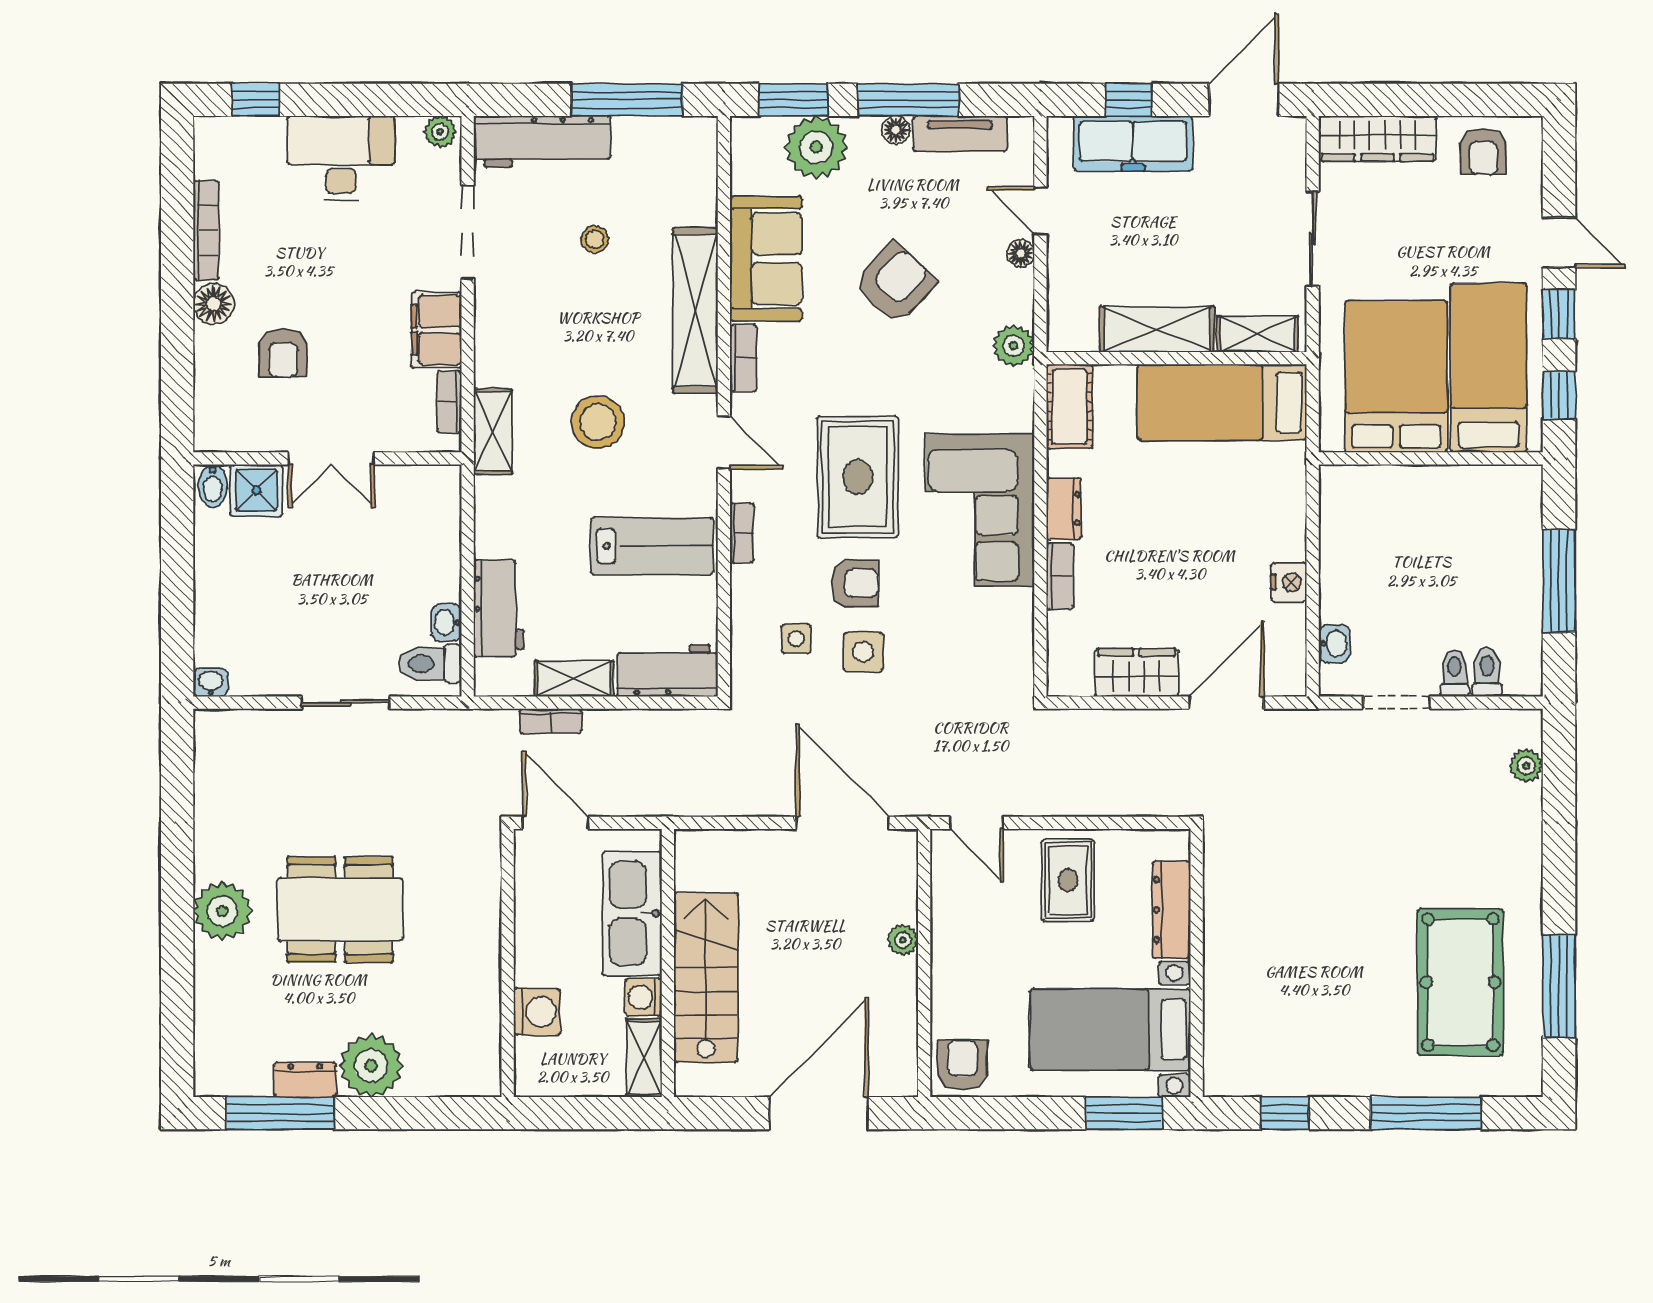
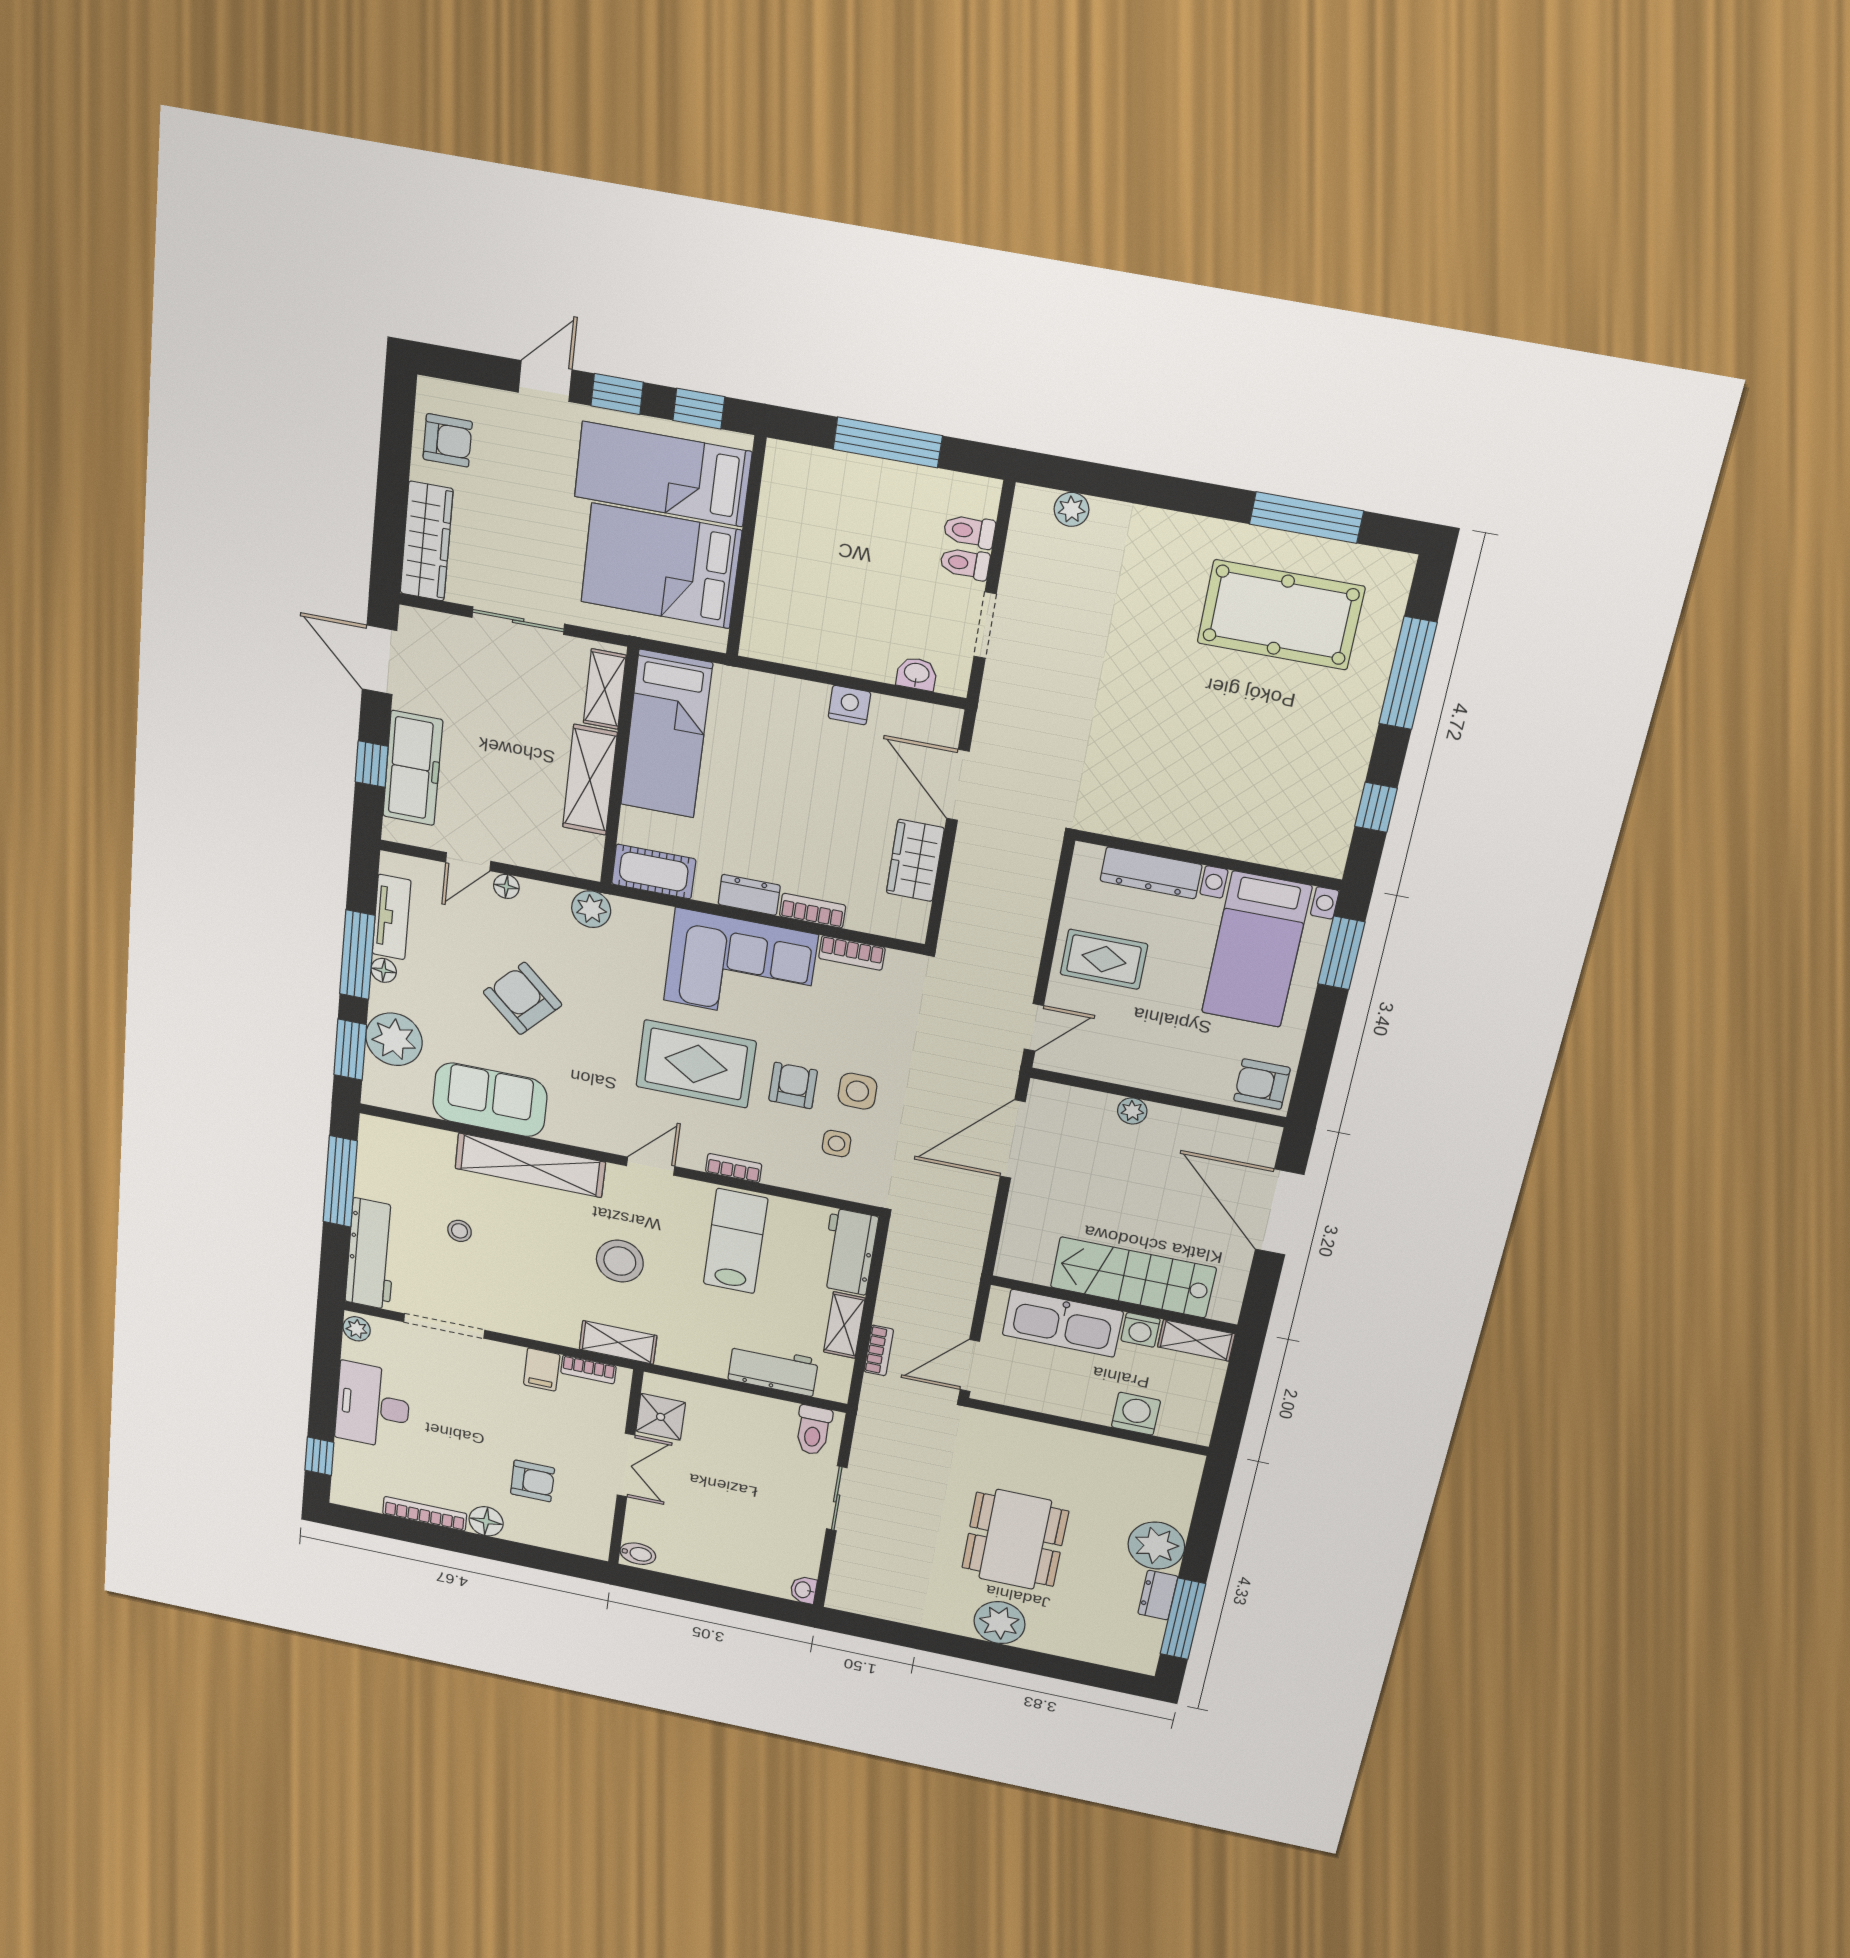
filing cabinet: (436, 330) -> (542, 1370), width x0.50
bookcase: (743, 358) -> (852, 953), moved, turned 180
shower: (256, 490) -> (661, 1417), moved
washbasin: (446, 623) -> (779, 1411), removed

